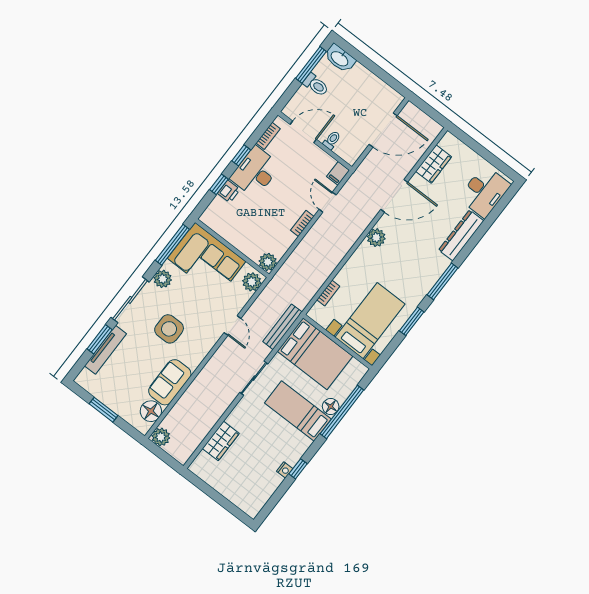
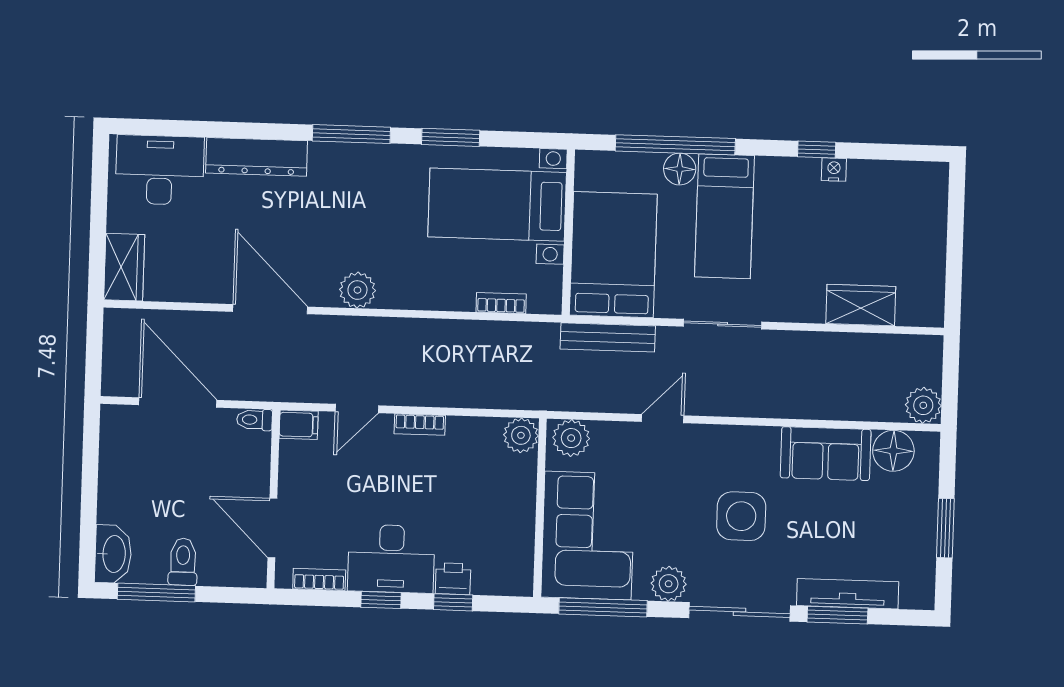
toilet: (332, 140) -> (255, 420), moved
wardrobe: (434, 164) -> (124, 267), moved, turned 90

